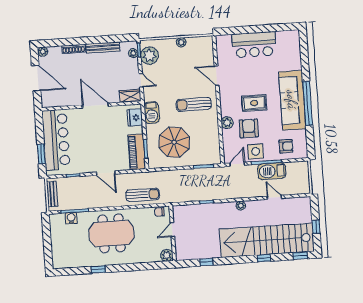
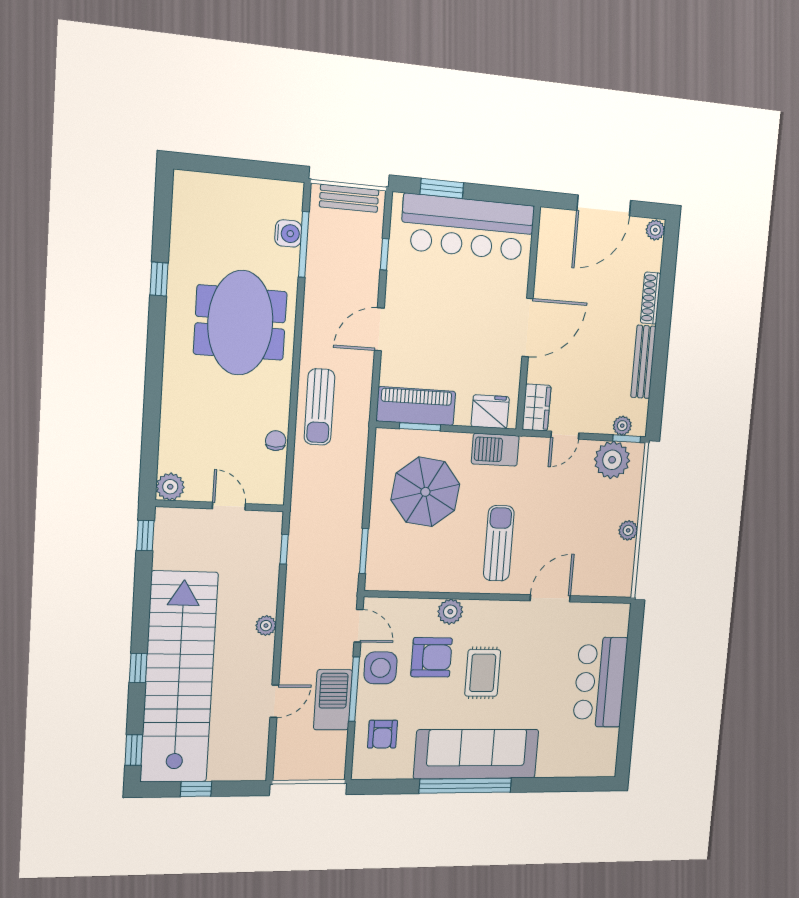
door: (172, 230) -> (229, 506), moved
wall: (173, 233) -> (220, 506), moved
plant: (167, 255) -> (170, 487), moved

